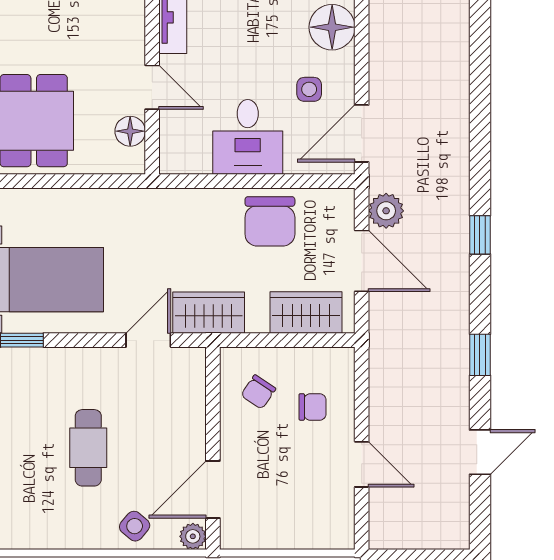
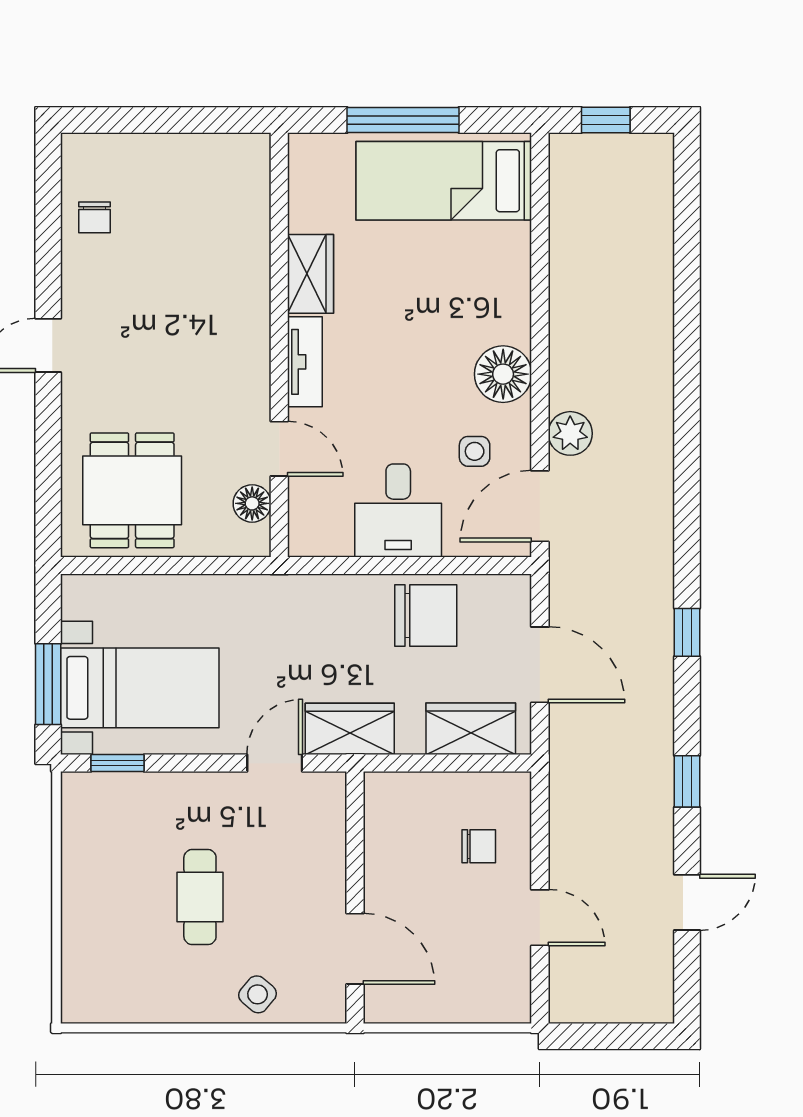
plant: (386, 211) -> (570, 433), moved
chair: (270, 221) -> (426, 616), turned -90
chair: (258, 392) -> (411, 828), removed
door: (213, 489) -> (355, 949), swing flipped
plant: (193, 536) -> (330, 1007), removed

